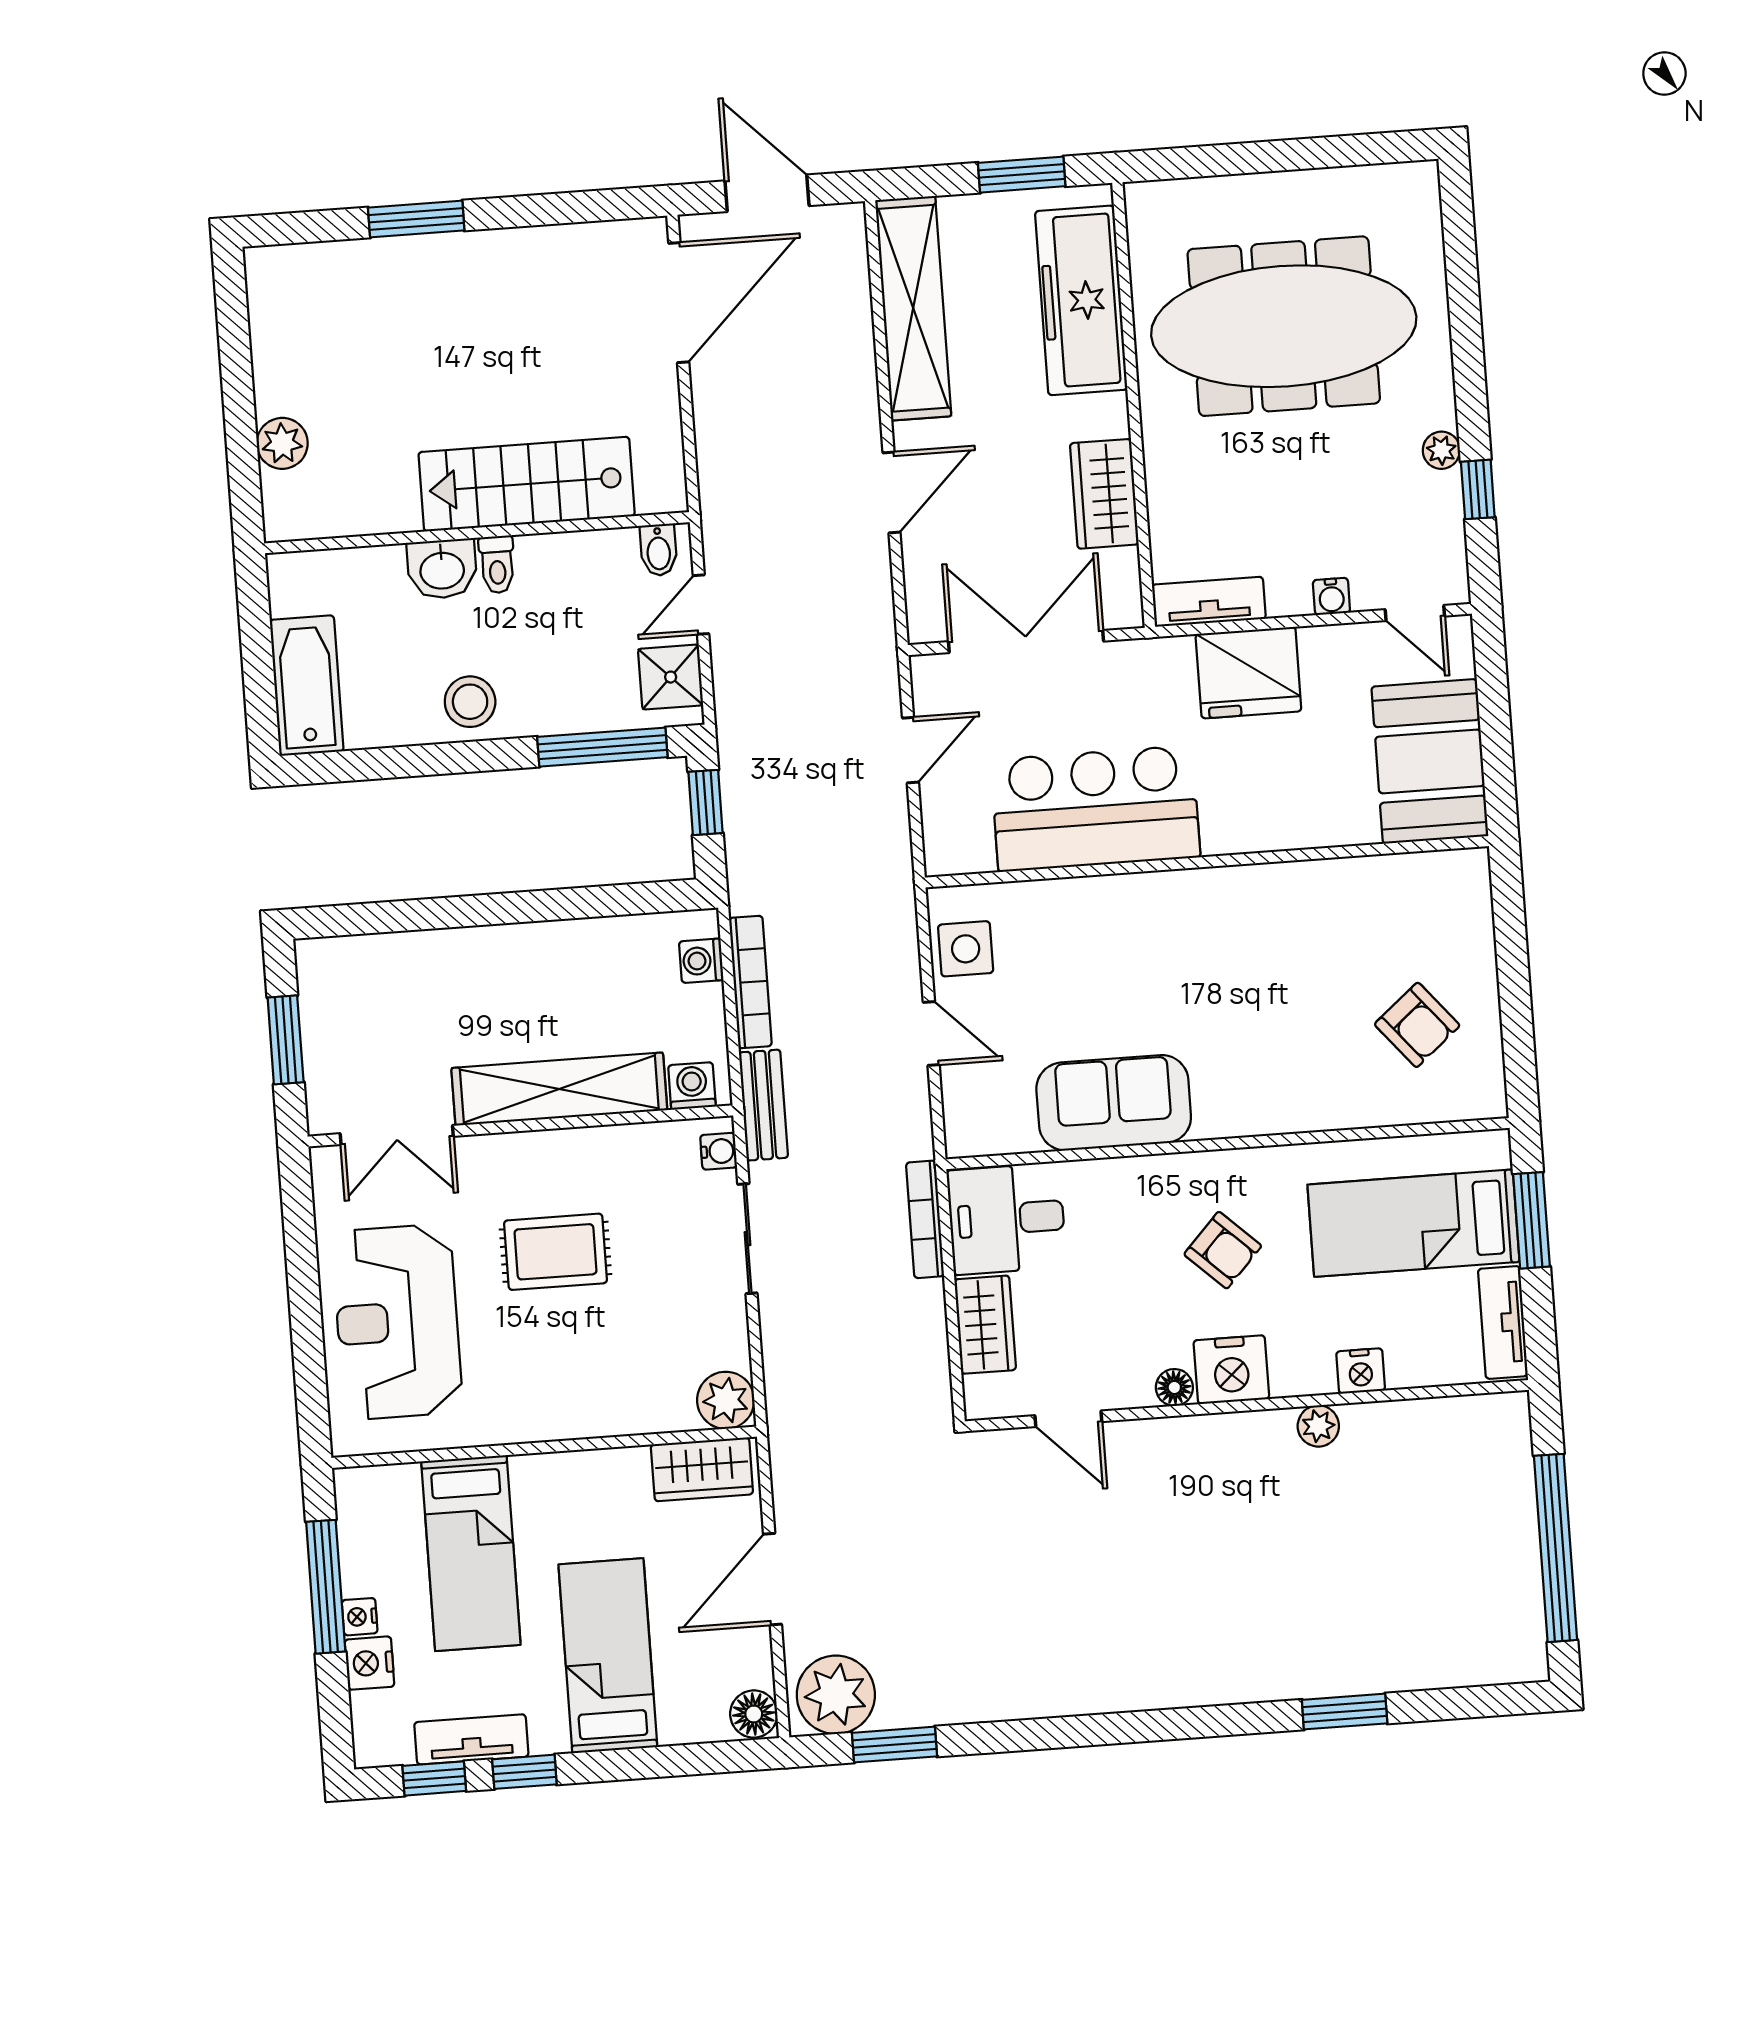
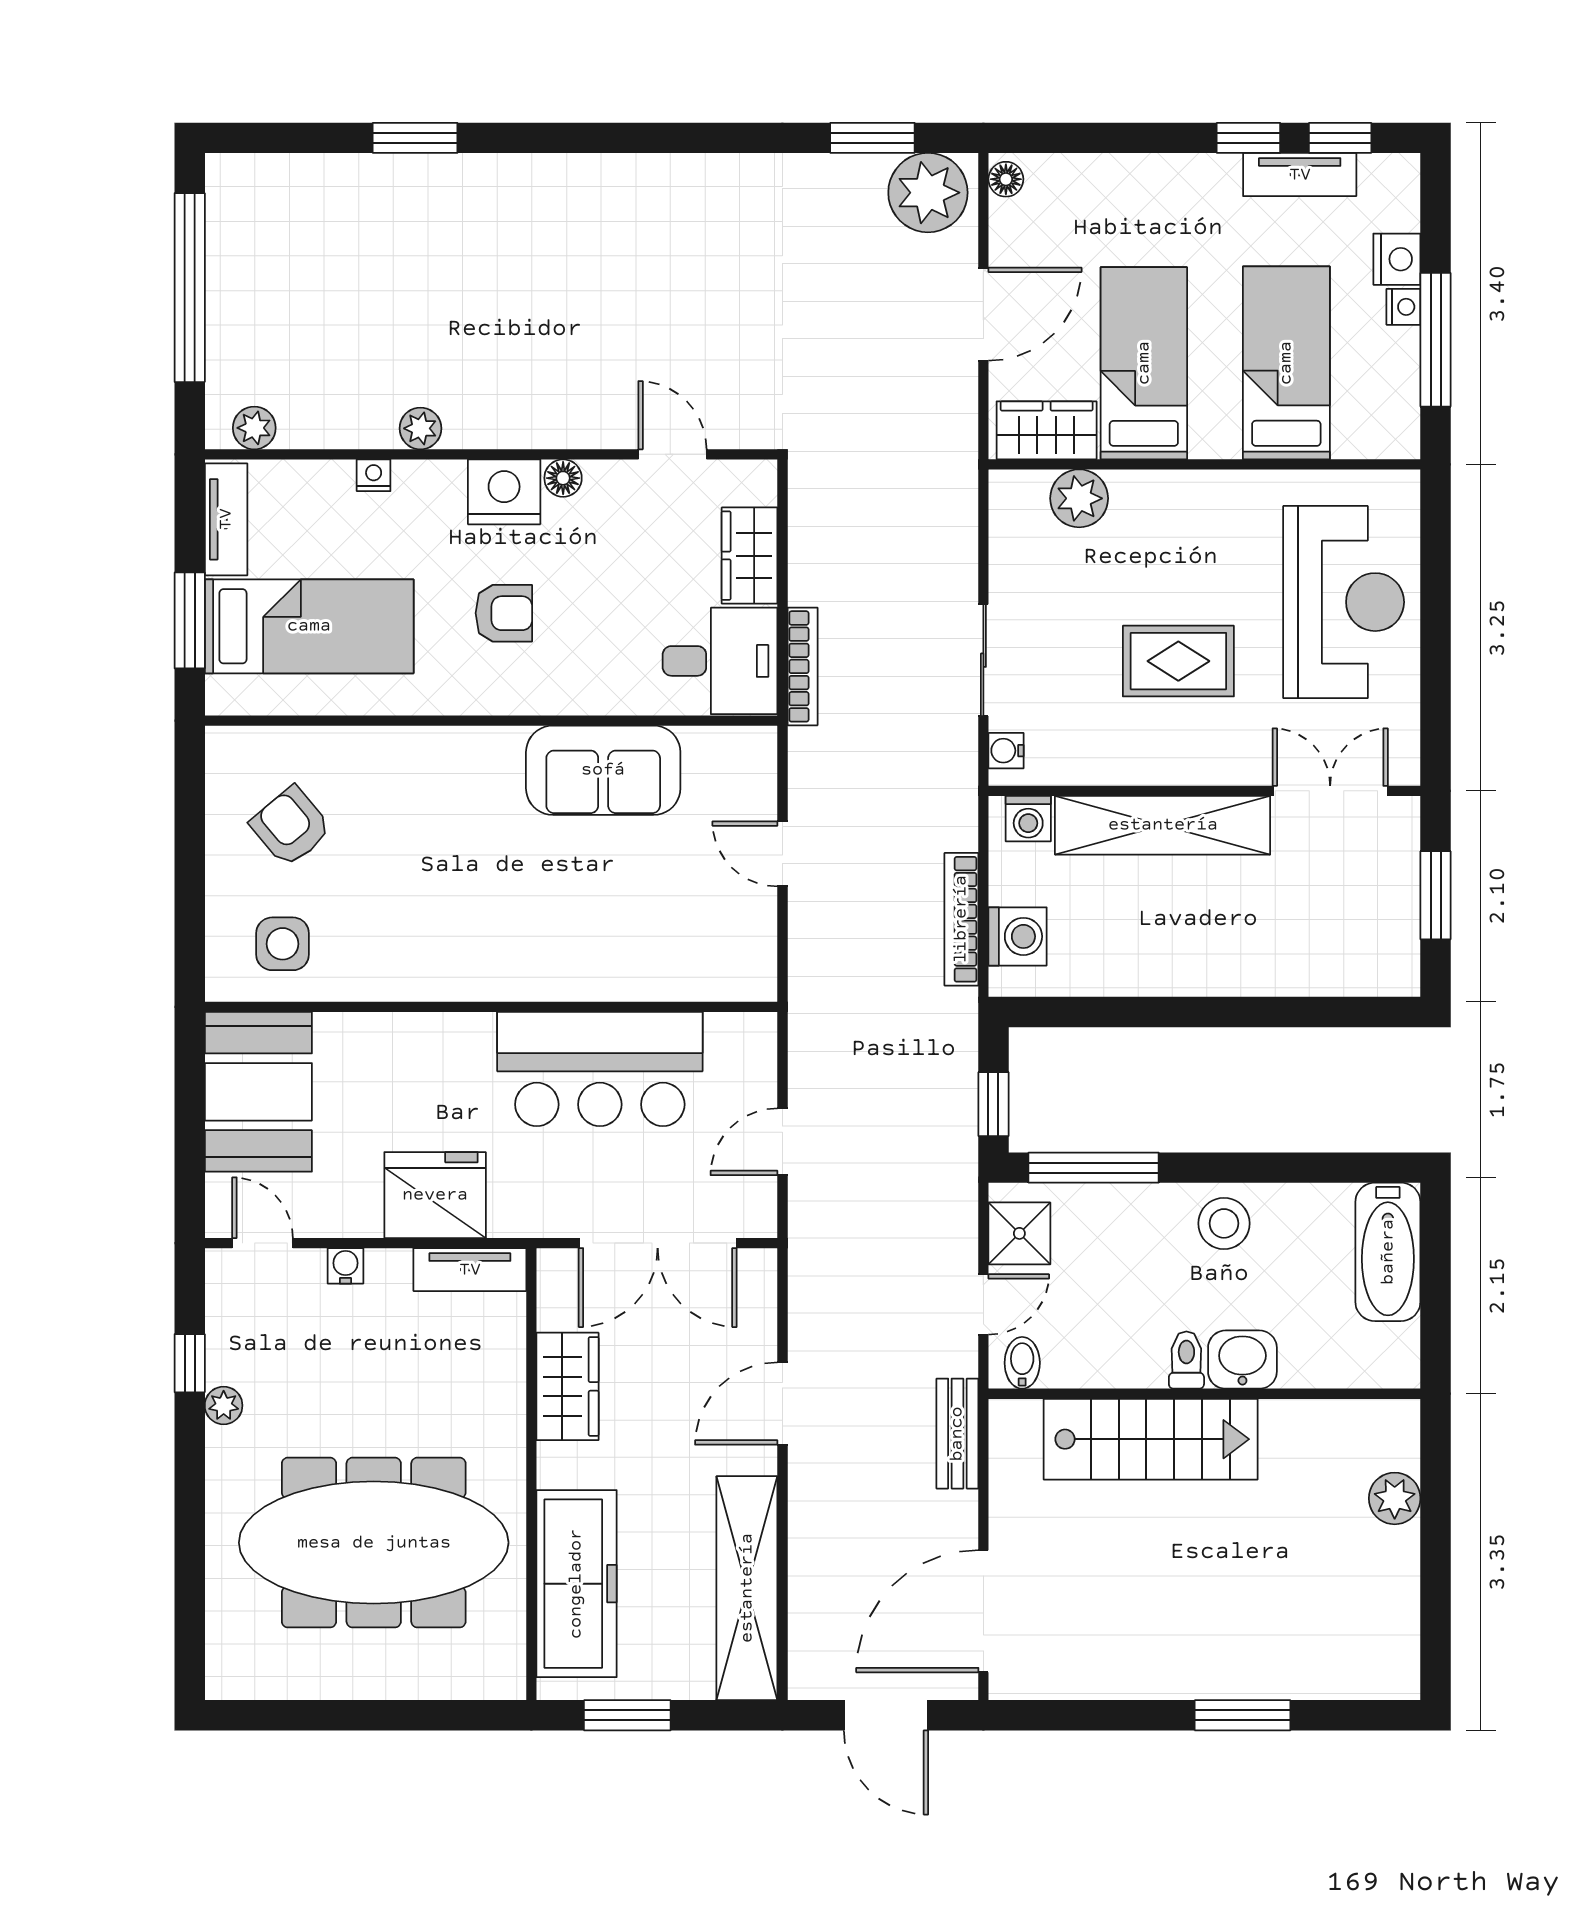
side table: (966, 949) -> (283, 944), moved
washing machine: (701, 961) -> (1018, 936), width x1.38, depth x1.38
bench: (763, 1105) -> (957, 1434), moved
armchair: (1223, 1250) -> (504, 613), turned 137
nightstand: (1361, 1371) -> (374, 475), width x0.72, depth x0.74
plant: (726, 1400) -> (1079, 498), moved
plant: (1482, 1414) -> (254, 428), added
bed: (608, 1656) -> (1144, 363), moved, turned 180
floor lamp: (754, 1714) -> (1006, 179), width x0.73, depth x0.73

